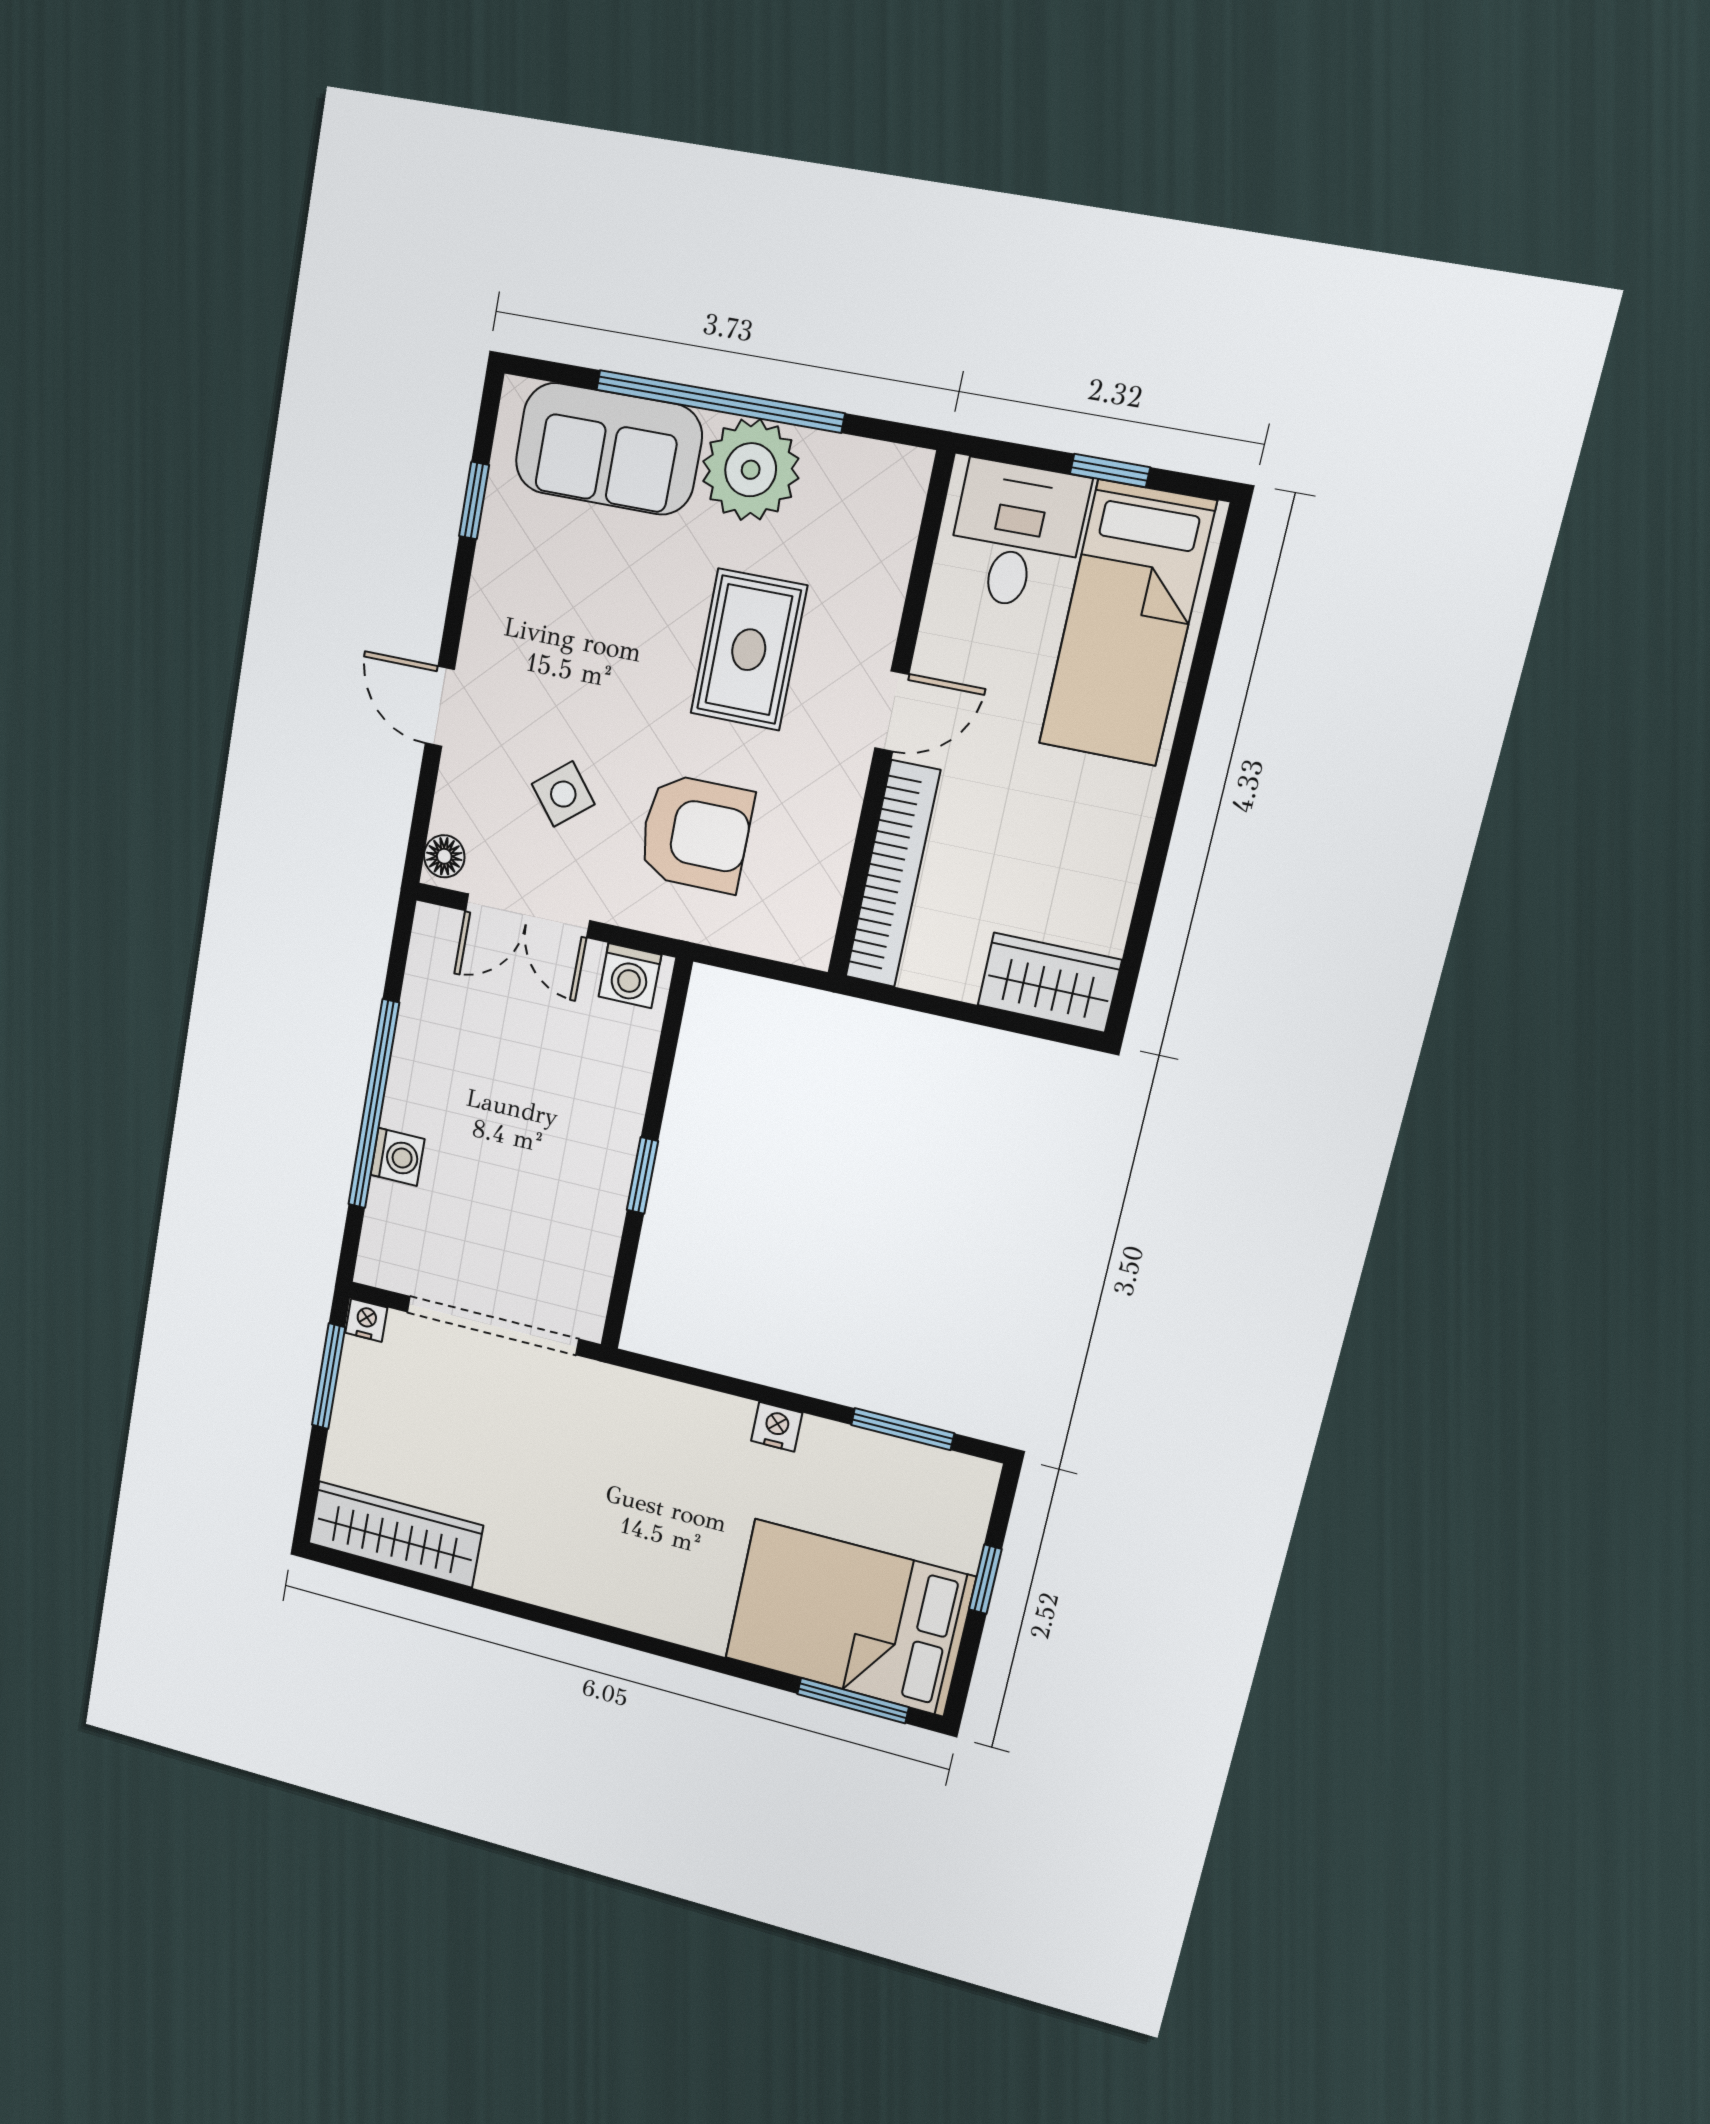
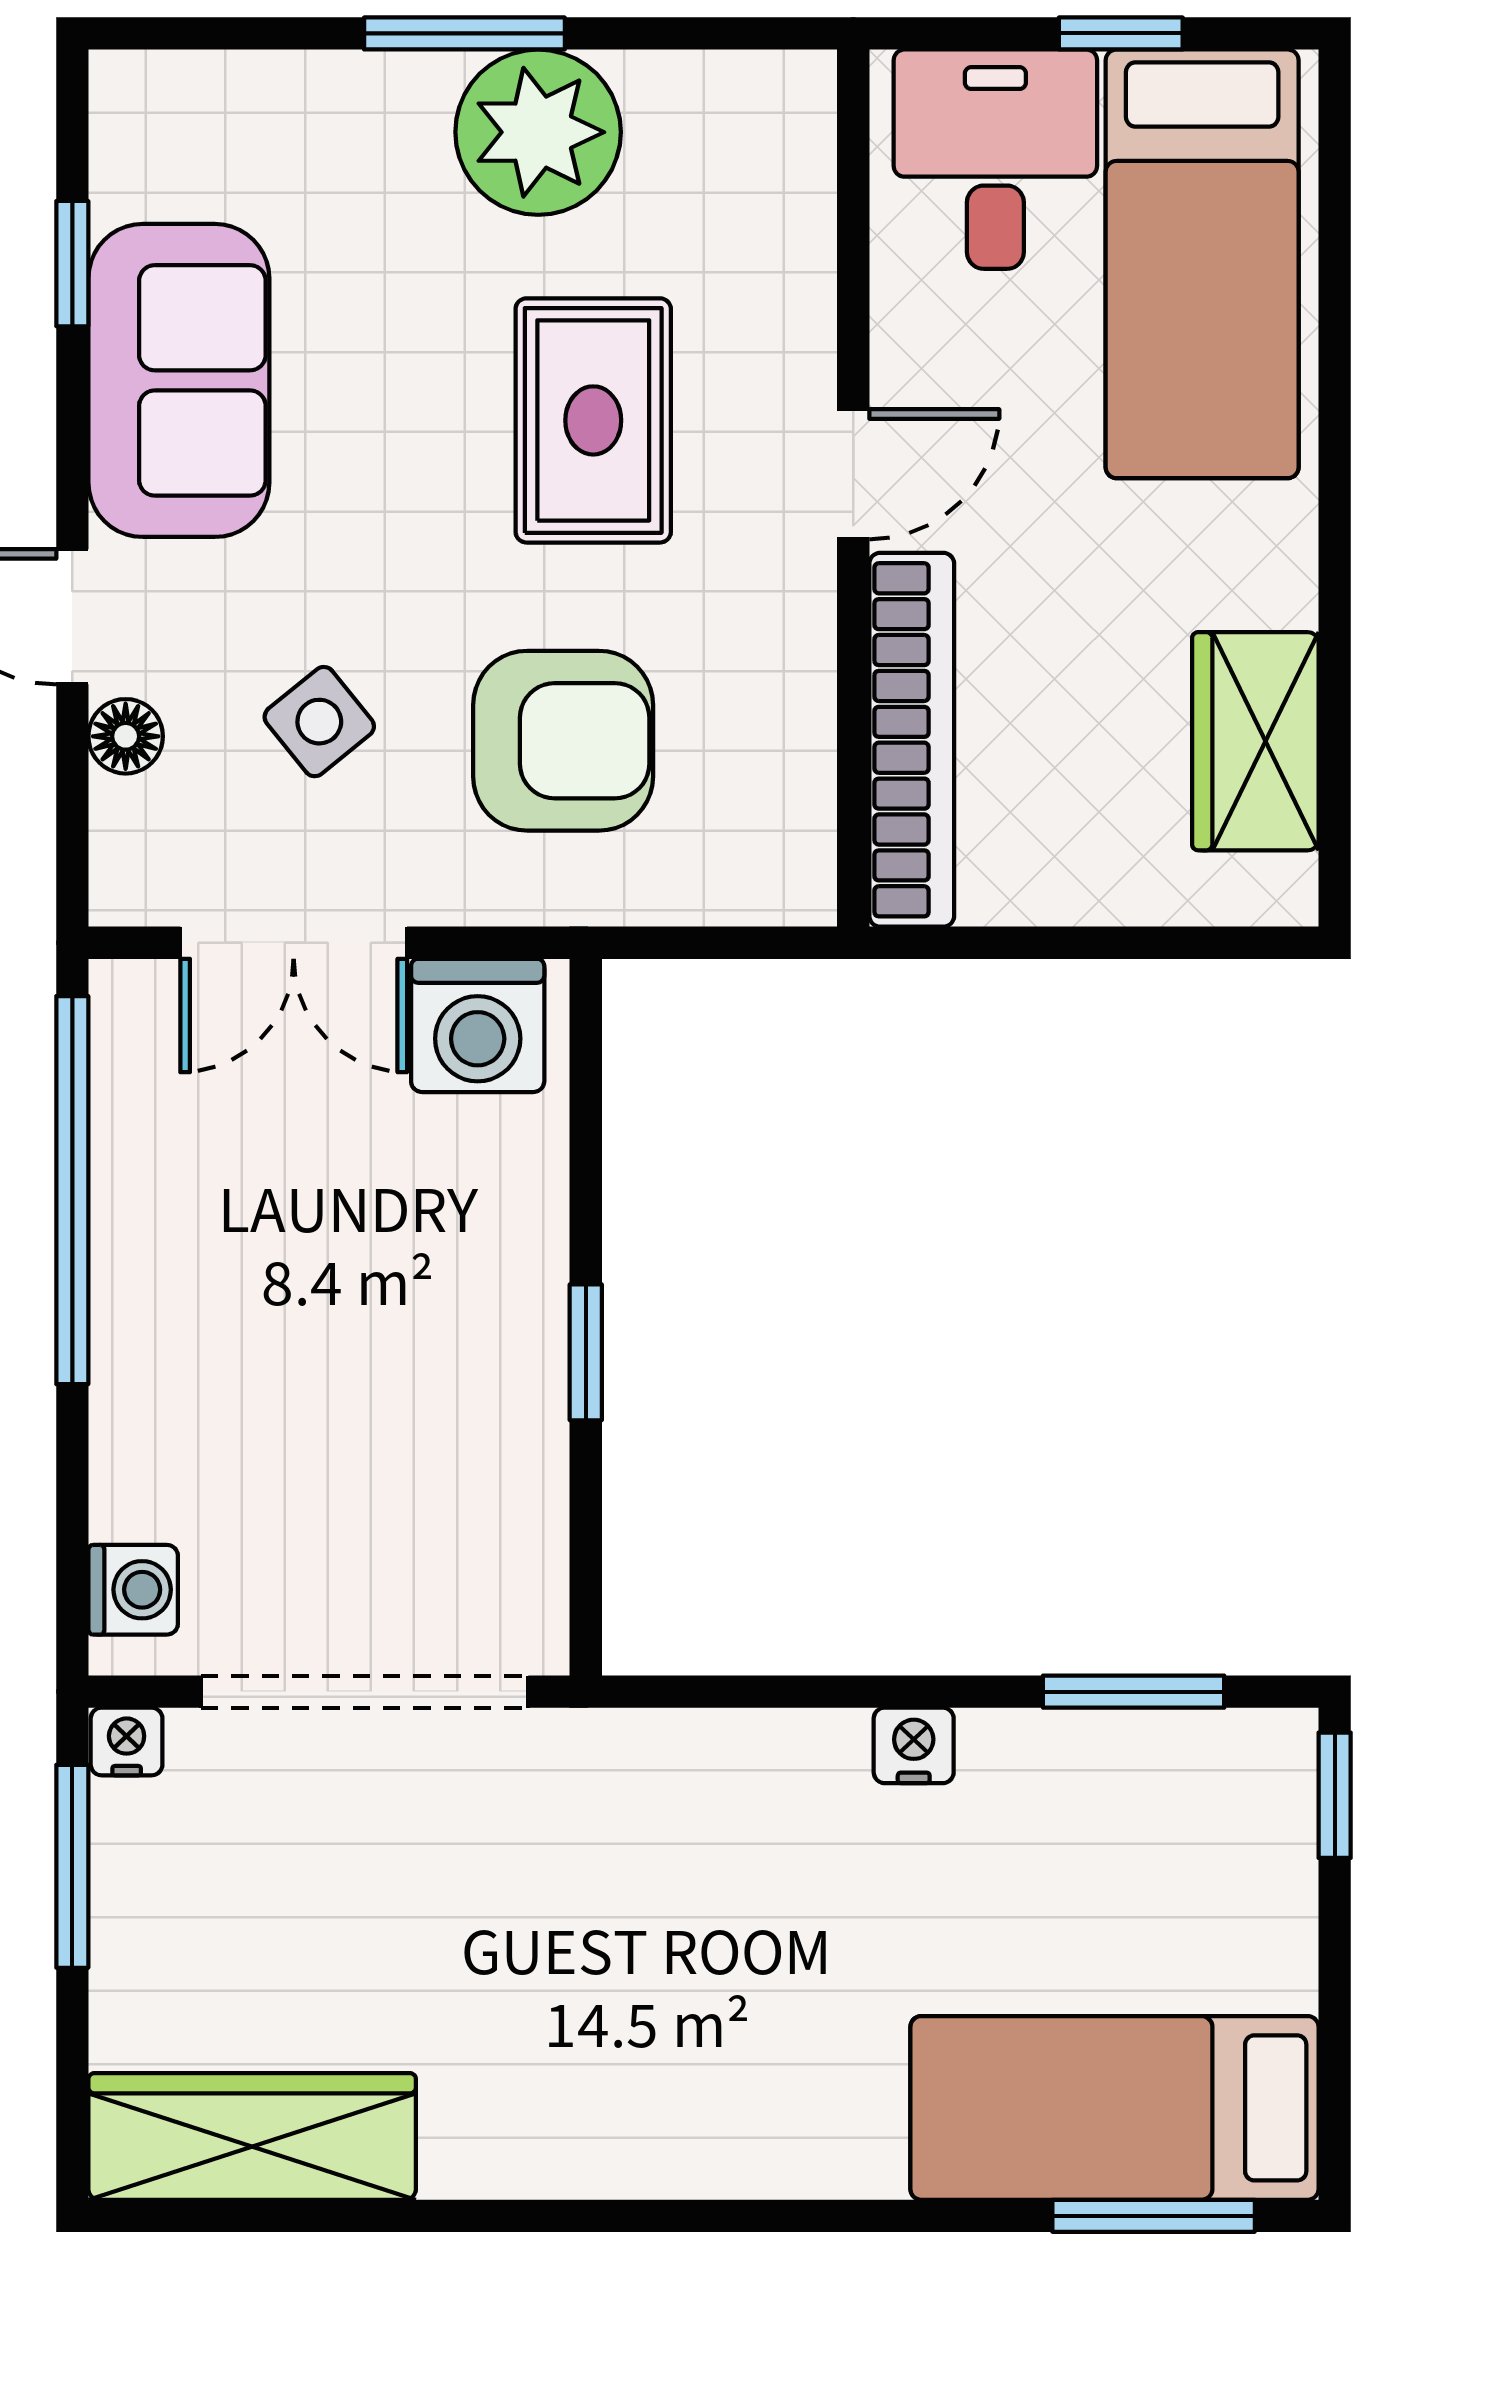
window: (720, 401) -> (464, 33), width x0.47
sofa: (608, 449) -> (179, 380), moved, turned -90
floor lamp: (444, 856) -> (126, 736), moved
washing machine: (630, 976) -> (478, 1025), width x1.38, depth x1.38
wardrobe: (1049, 983) -> (1255, 741), moved, turned -90
window: (374, 1104) -> (72, 1190), moved
washing machine: (397, 1157) -> (133, 1590), moved
window: (985, 1579) -> (1335, 1795), moved
bed: (849, 1618) -> (1114, 2108), width x0.67

